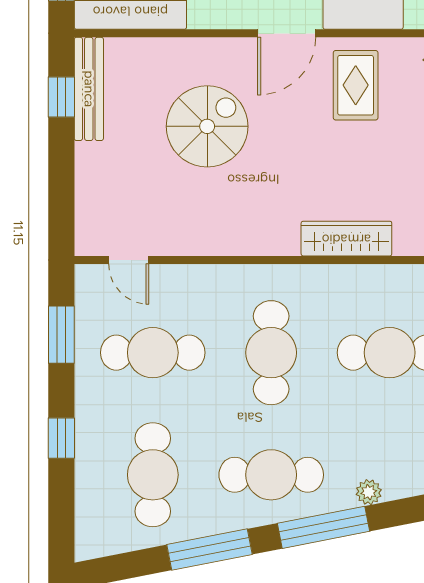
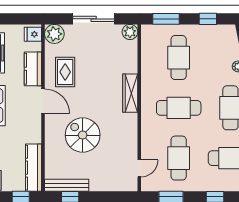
rug: (356, 85) -> (65, 72), turned 90
wardrobe: (346, 239) -> (130, 93), moved

